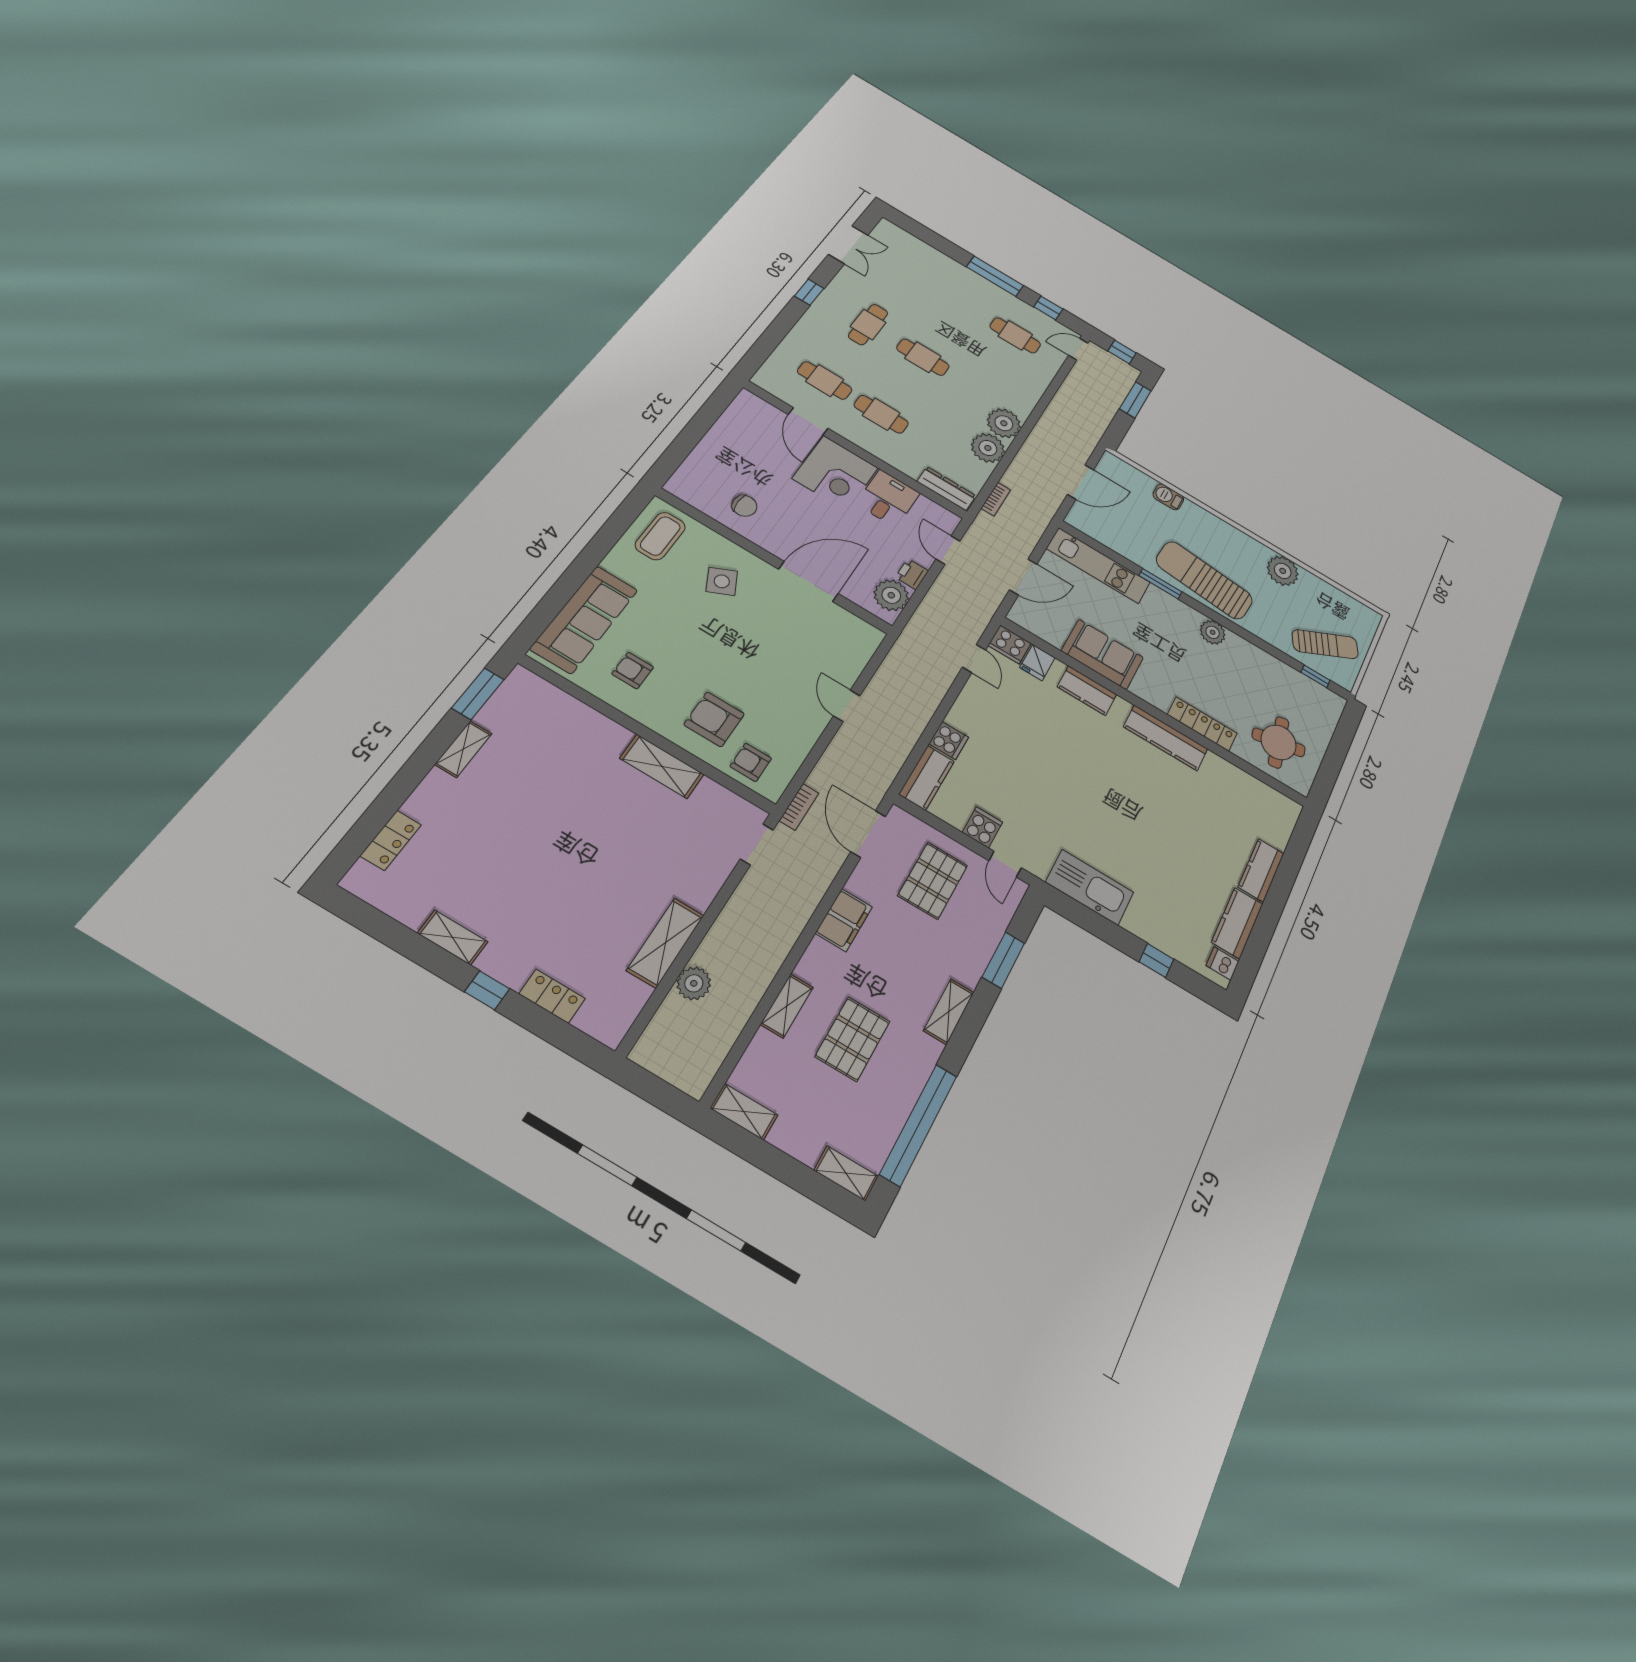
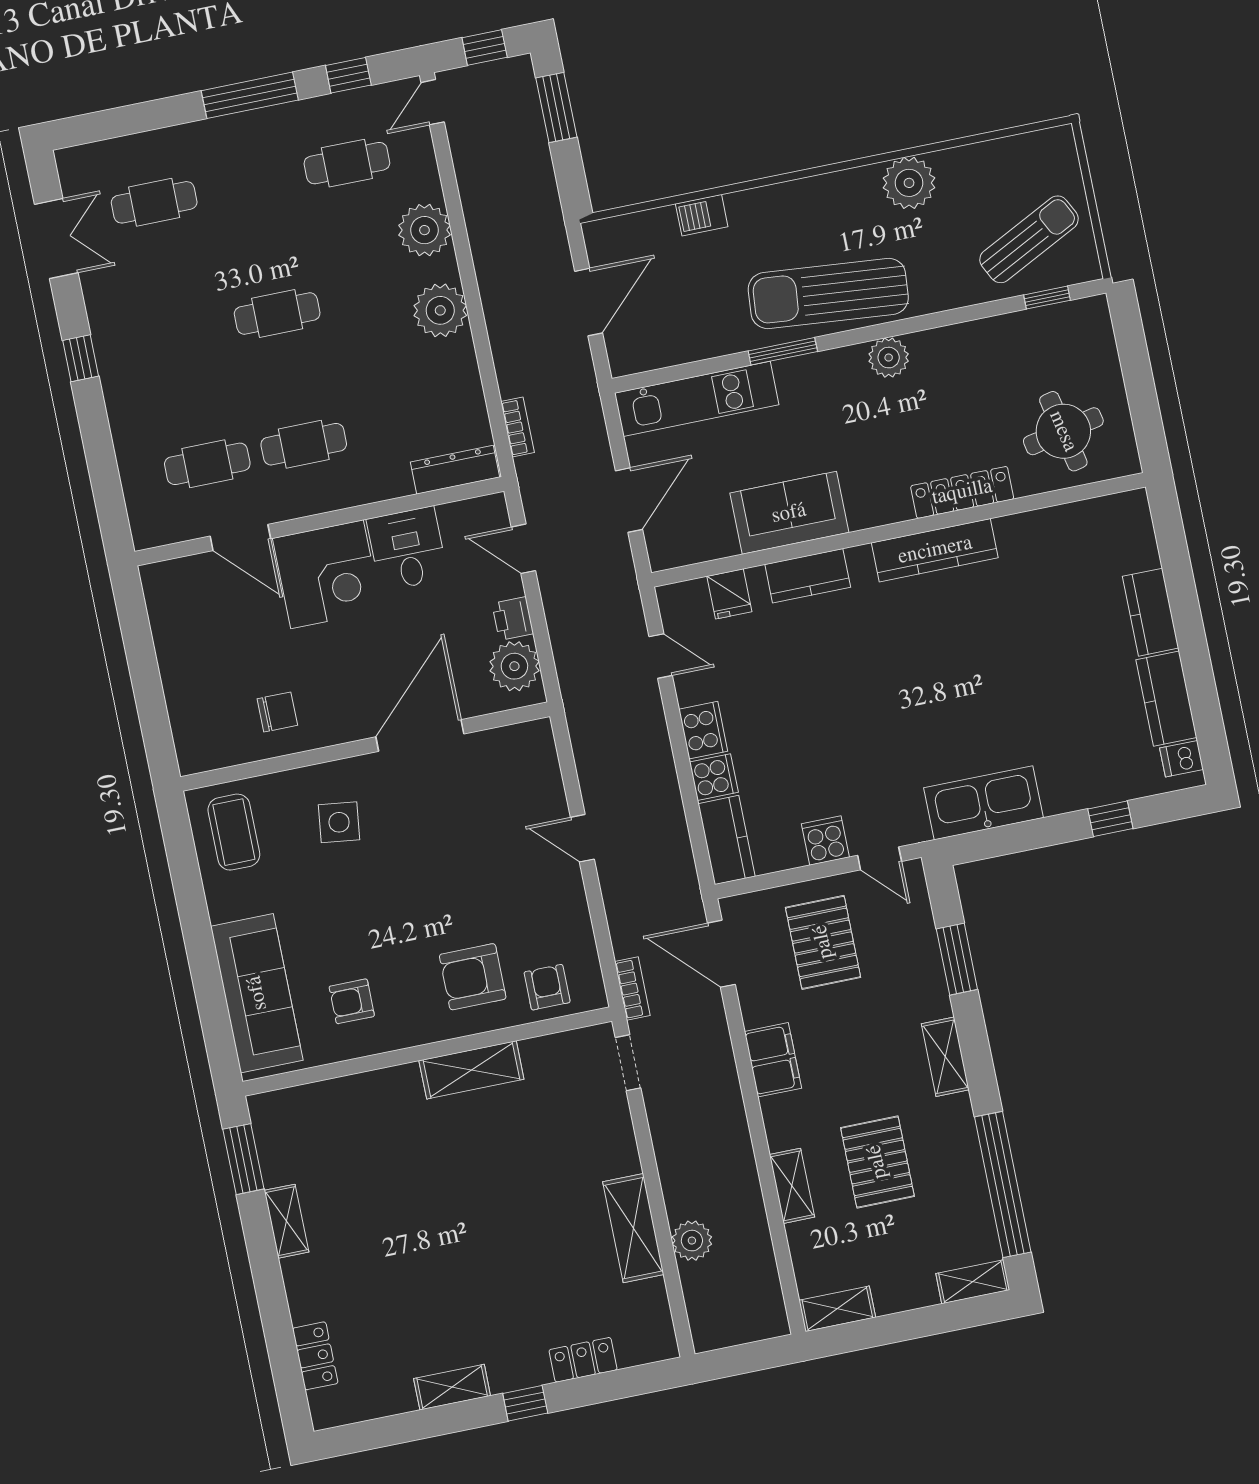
cafe table: (868, 325) -> (154, 202), moved, turned 90
plant: (988, 448) -> (424, 230), moved
side table: (722, 581) -> (339, 822), turned 33
cooker: (1010, 644) -> (703, 730), moved, turned -90
armchair: (751, 762) -> (547, 987), turned 90

